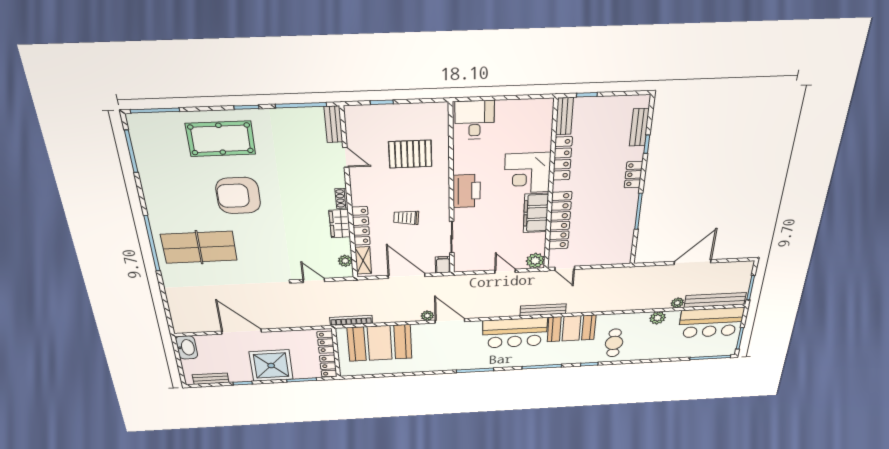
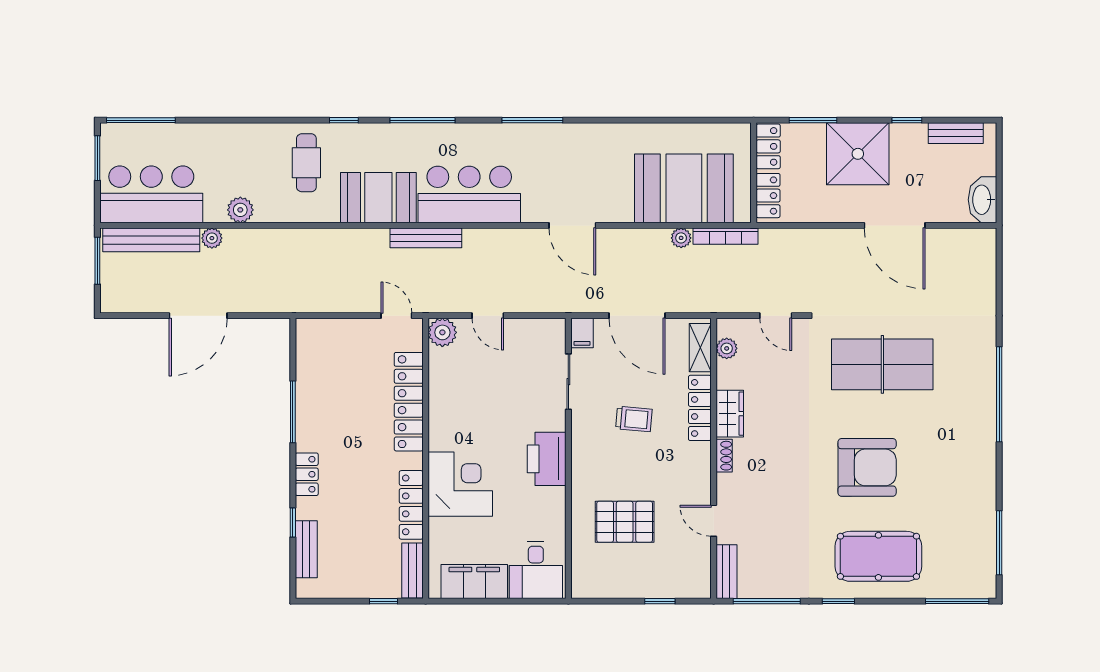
filing cabinet: (536, 213) -> (474, 581), moved, turned -90
table tennis table: (199, 247) -> (882, 364), moved
plant: (427, 316) -> (681, 238), moved

